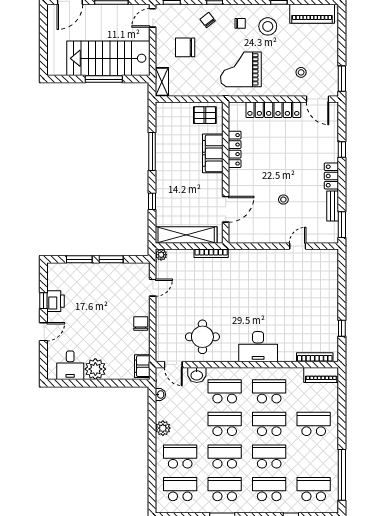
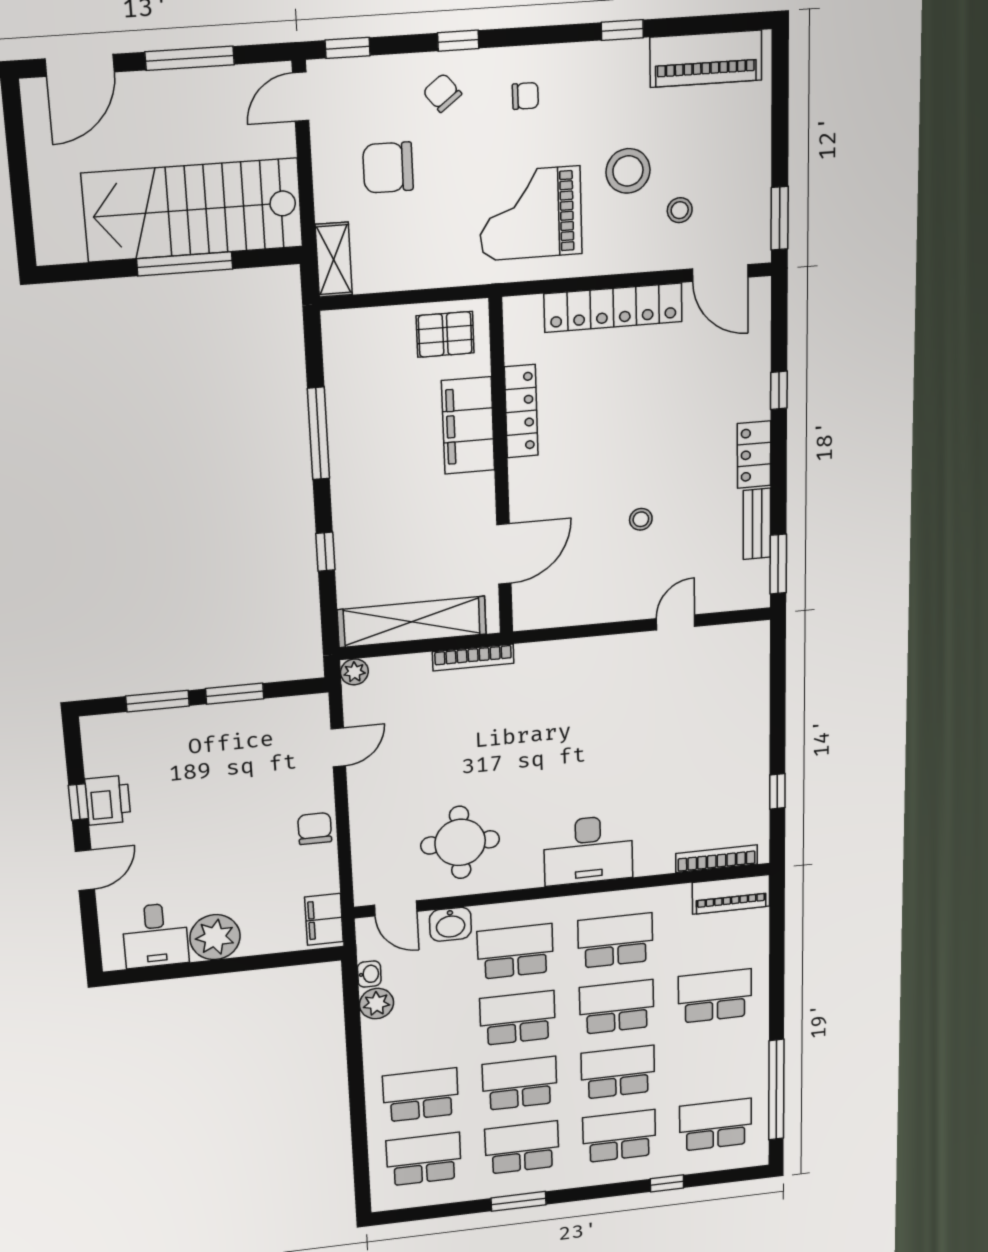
stool: (268, 26) -> (628, 171), moved
plant: (163, 428) -> (377, 1004), moved

